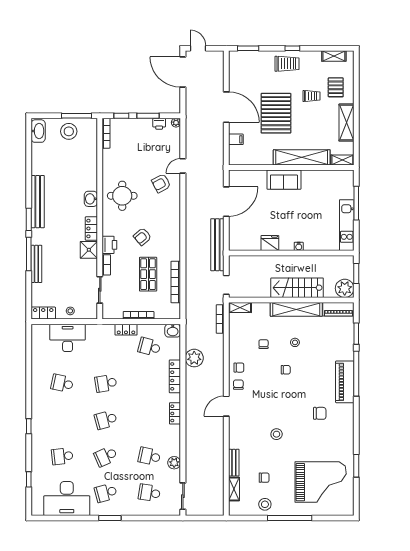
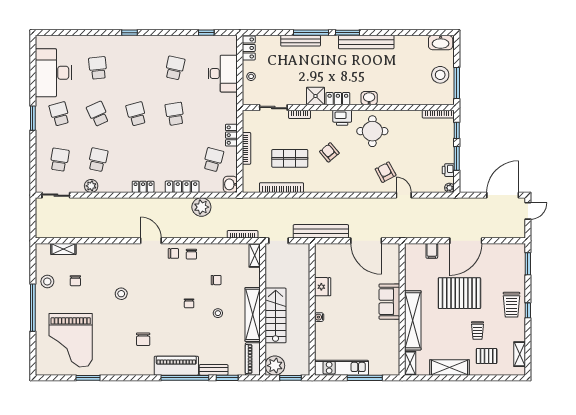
printer: (109, 245) -> (342, 118), moved
bench: (234, 463) -> (214, 370), moved
window: (29, 479) -> (206, 33), moved

